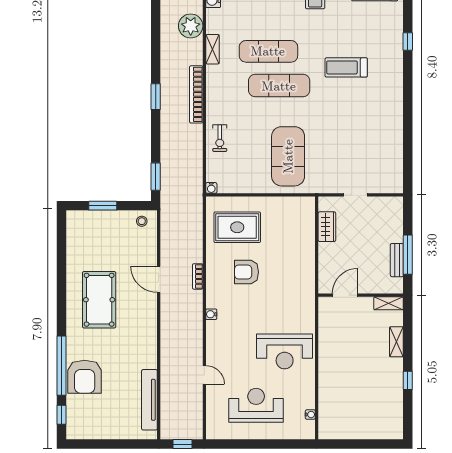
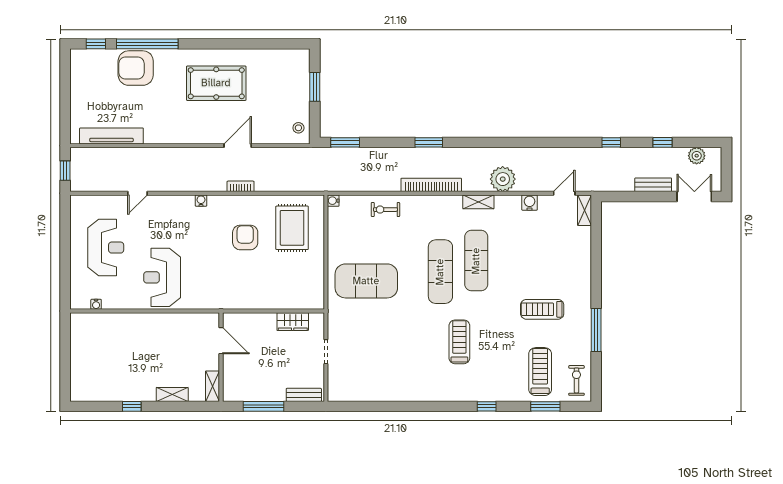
bench: (397, 260) -> (304, 395), moved

